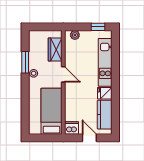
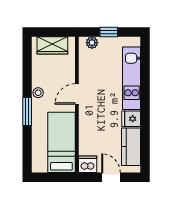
window: (98, 27) -> (109, 32), moved
wardrobe: (55, 49) -> (52, 45), moved, turned -90
window: (25, 62) -> (27, 112), moved
door: (63, 74) -> (77, 94), swing flipped

